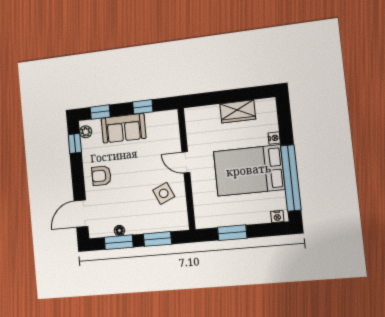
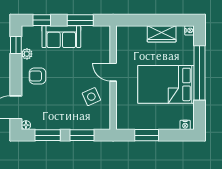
window: (143, 107) -> (80, 20), width x1.50
plant: (86, 132) -> (27, 54), moved
nightstand: (274, 138) -> (189, 30), moved
window: (291, 178) -> (200, 73), moved
floor lamp: (119, 231) -> (26, 125), moved

